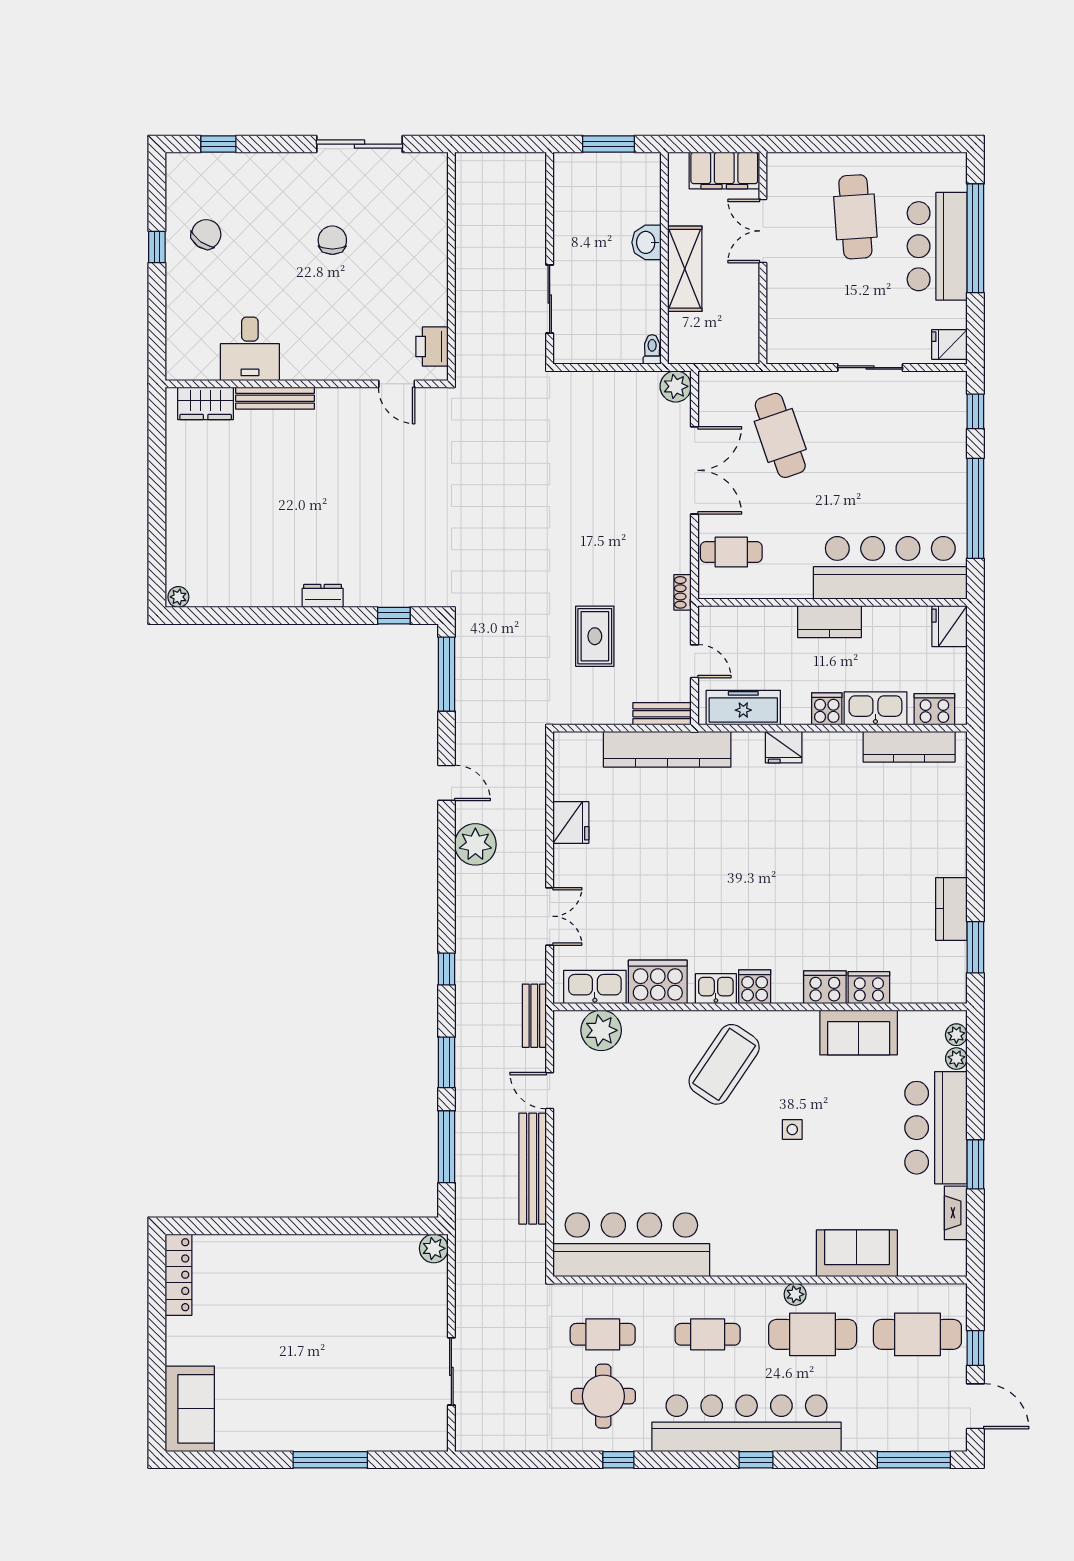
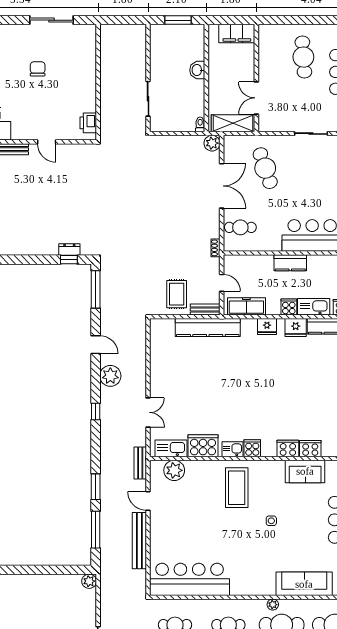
double door: (763, 231) -> (256, 98), moved
shelving: (685, 269) -> (233, 123), moved, turned 90
door: (397, 384) -> (47, 142), moved
dresser: (323, 596) -> (69, 250), moved
rug: (595, 636) -> (177, 294), moved
fridge: (571, 822) -> (296, 328), moved, turned 90
window: (446, 969) -> (96, 412), moved
coffee table: (724, 1064) -> (237, 488), turned -34
sofa: (857, 1253) -> (304, 584), width x1.36

